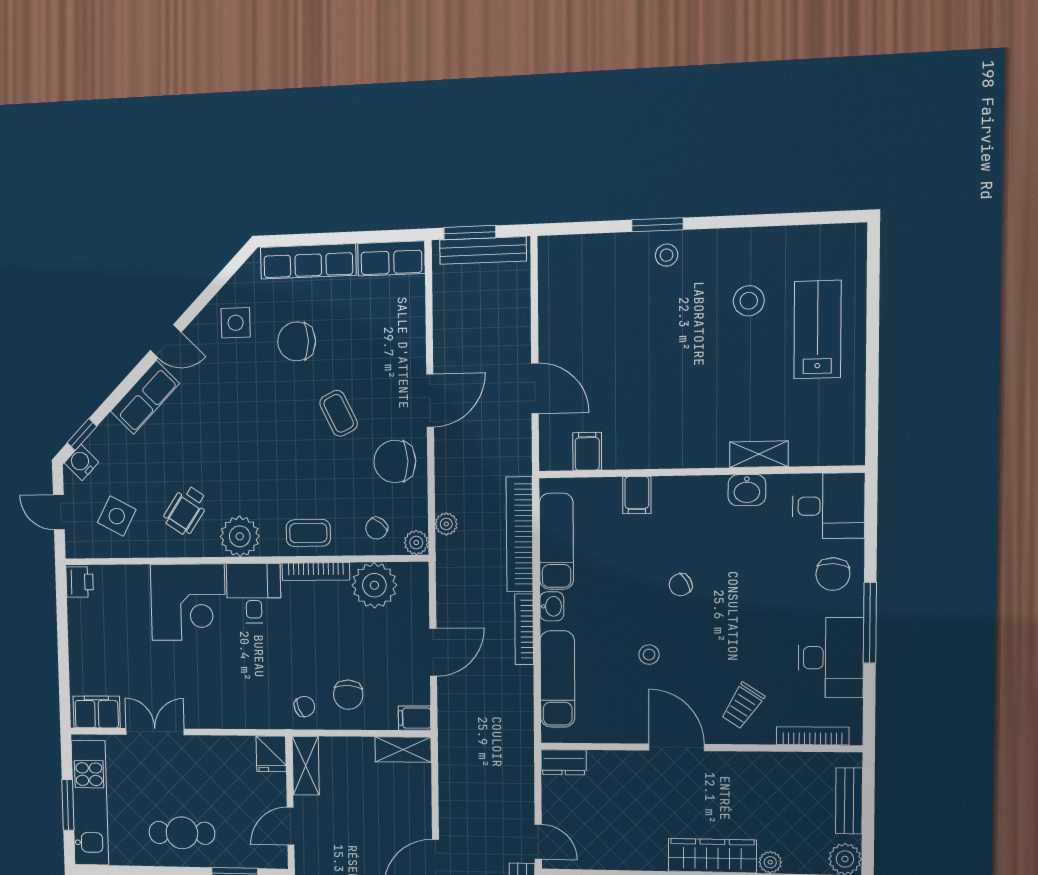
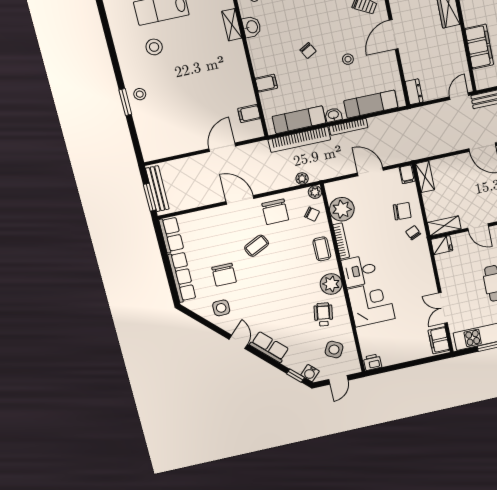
wheelchair: (186, 510) -> (323, 314), turned -115

